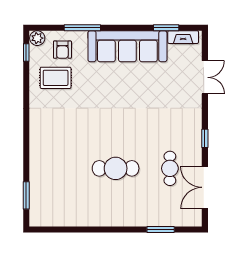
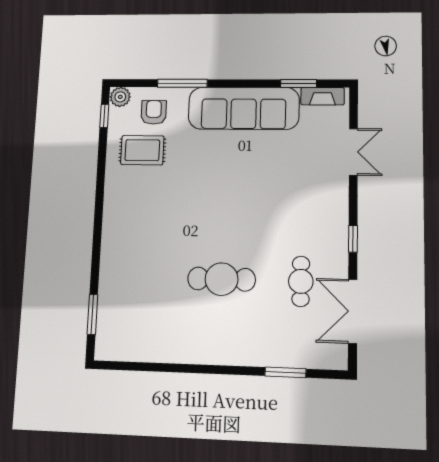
armchair: (62, 50) -> (154, 112), turned 180

